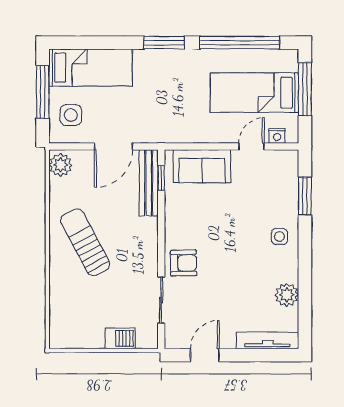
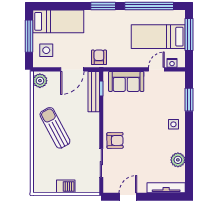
armchair: (157, 127) -> (99, 57), added
barbecue: (120, 338) -> (66, 186), moved

